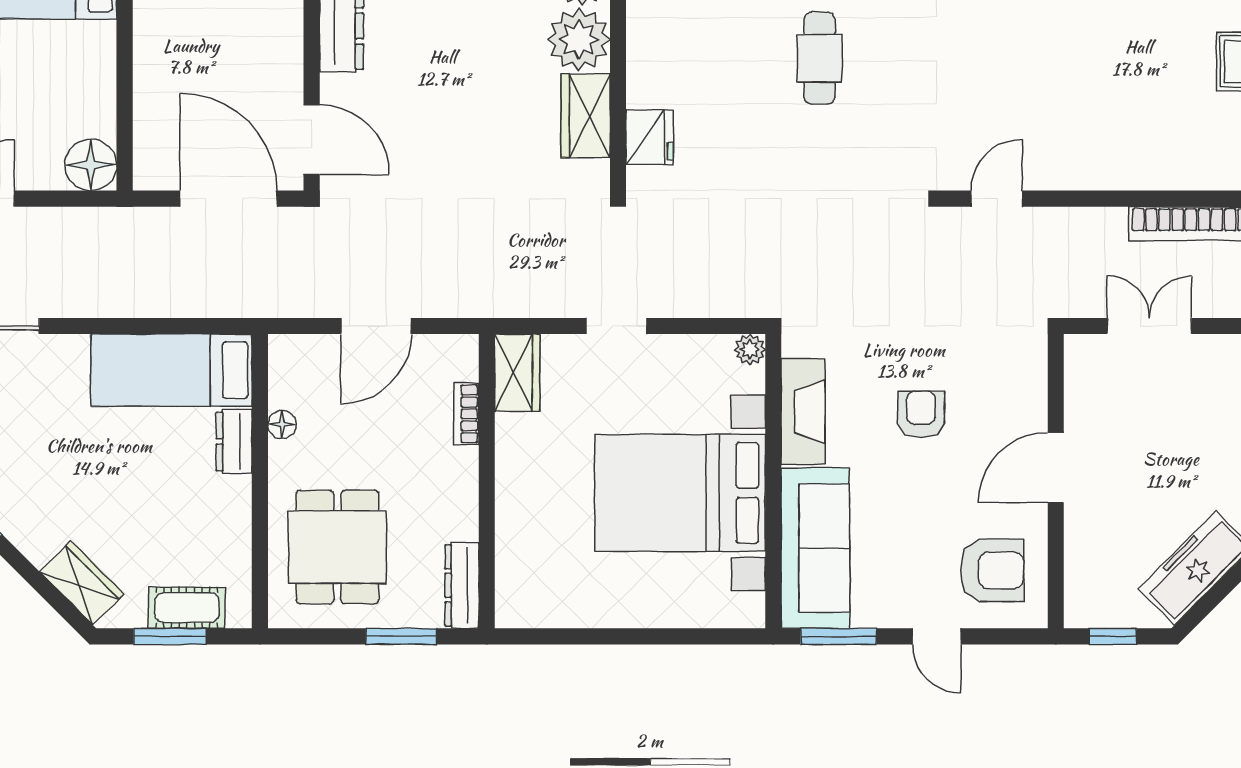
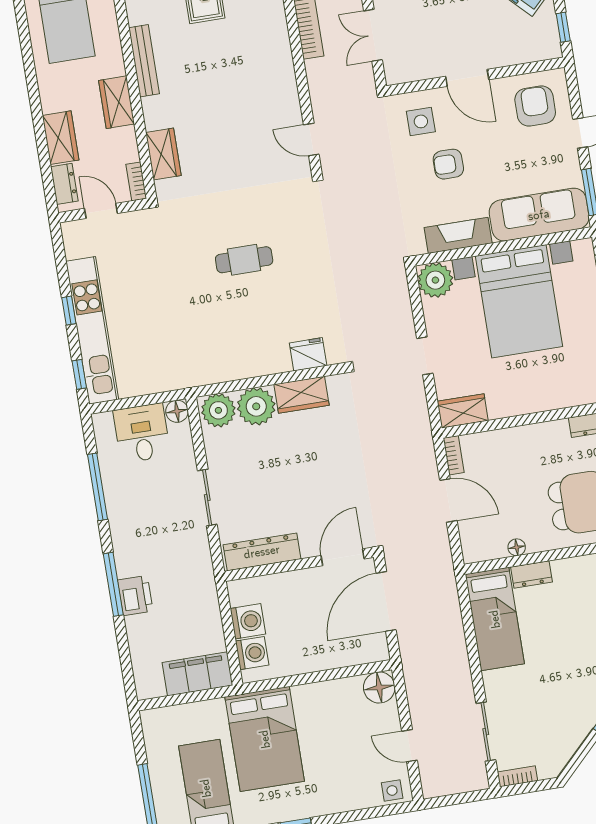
plant: (750, 349) -> (435, 280), width x1.87, depth x1.87
side table: (997, 381) -> (421, 121), added
bookcase: (466, 414) -> (454, 455), moved, turned -90

